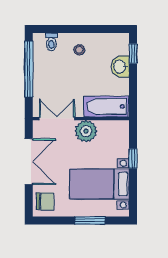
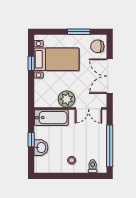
window: (133, 54) -> (31, 140), moved
window: (133, 158) -> (31, 63), moved
window: (90, 221) -> (79, 32), moved

